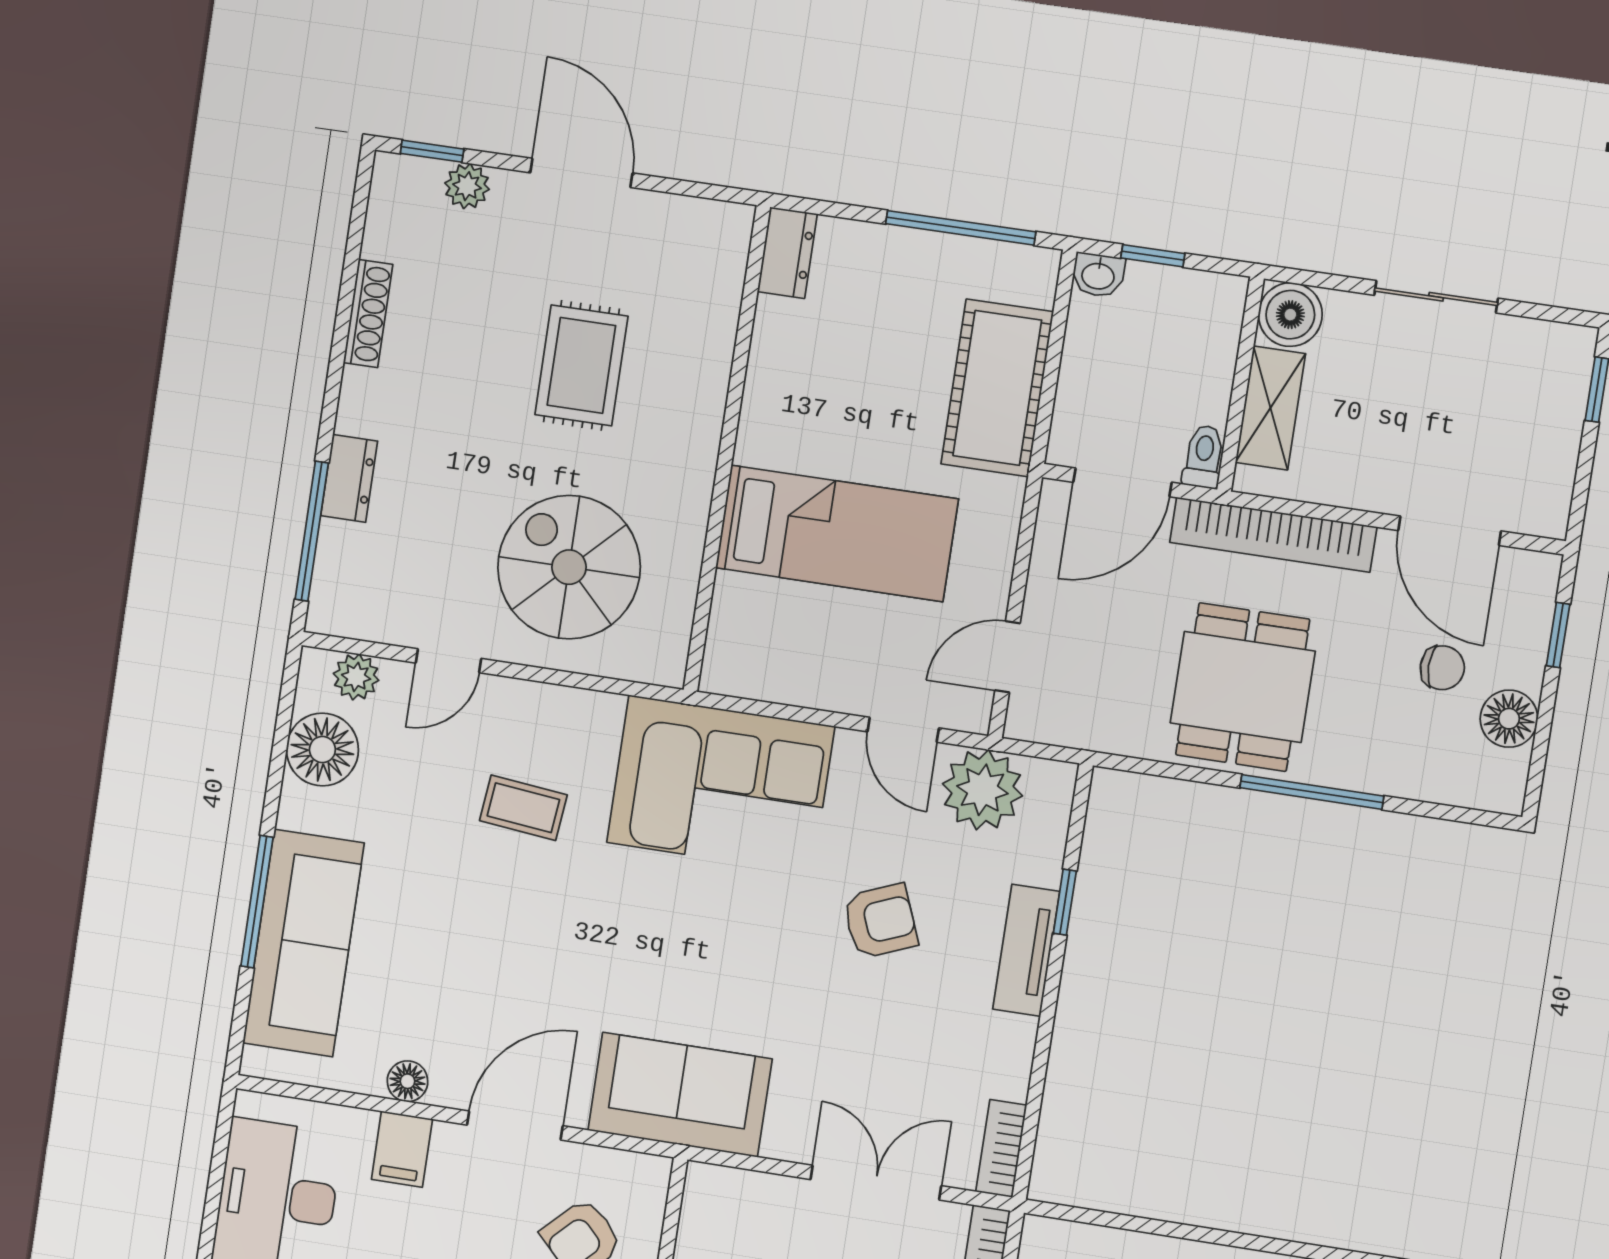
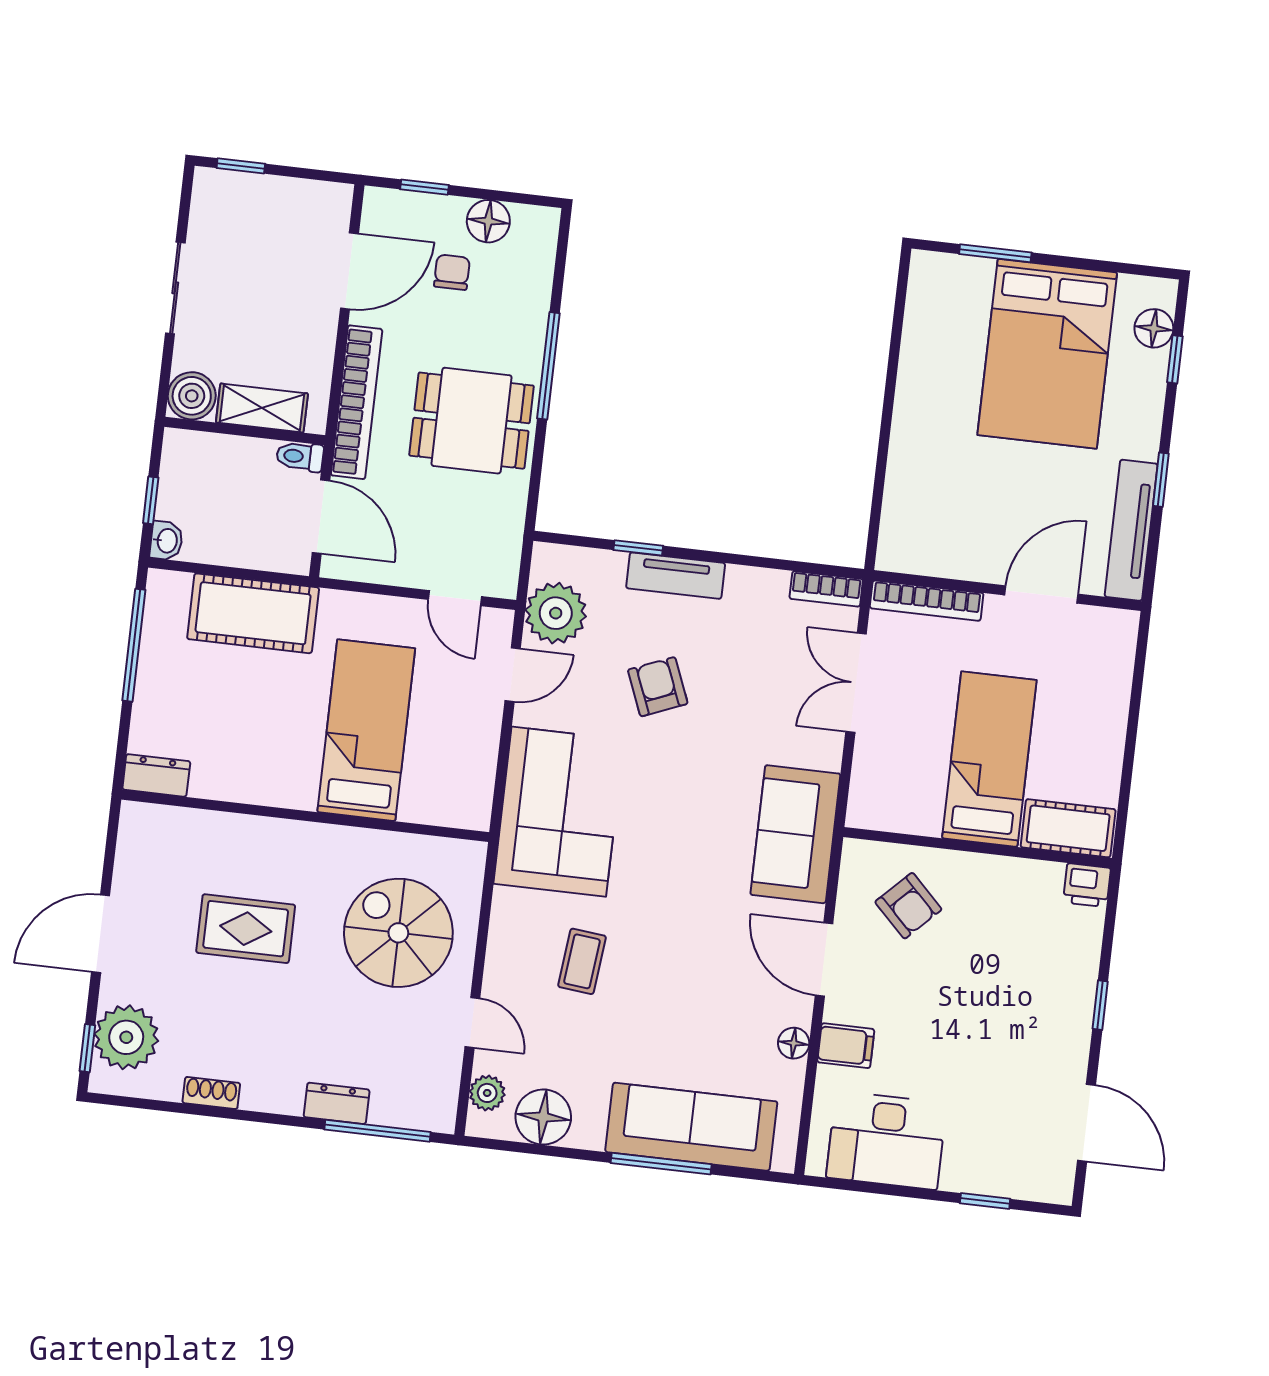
plant: (467, 186) -> (126, 1037), width x1.88, depth x1.88
shoe rack: (368, 314) -> (211, 1093), width x0.70
spiral stairs: (569, 567) -> (398, 933), turned 90

